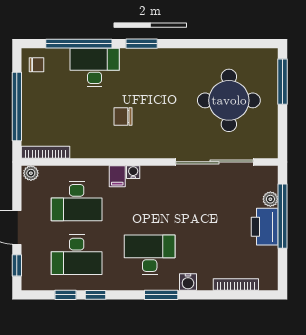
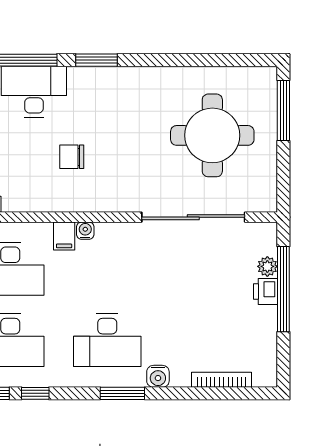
printer: (265, 227) -> (266, 292), width x0.53, depth x0.68
desk: (150, 255) -> (107, 340), turned 180

